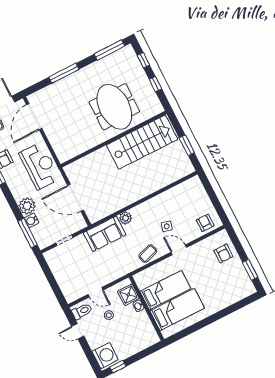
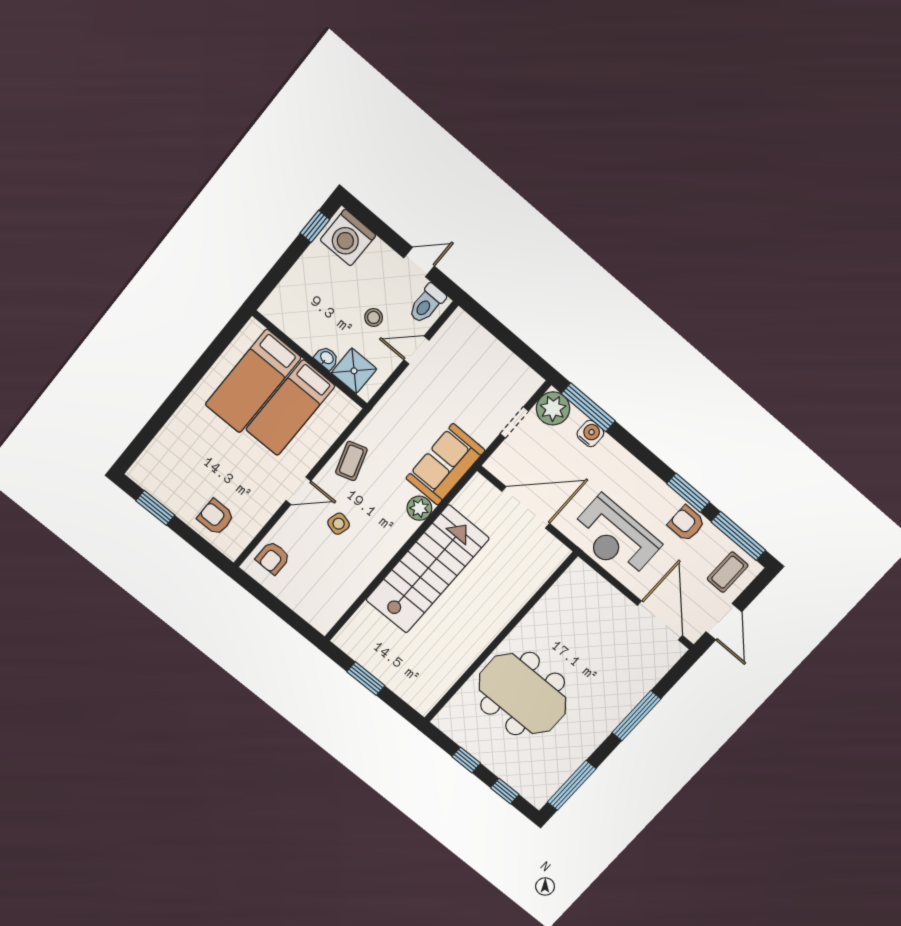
stairs: (142, 142) -> (427, 569), moved, turned 180
plant: (27, 206) -> (553, 408), moved
armchair: (205, 223) -> (273, 558), turned 90

